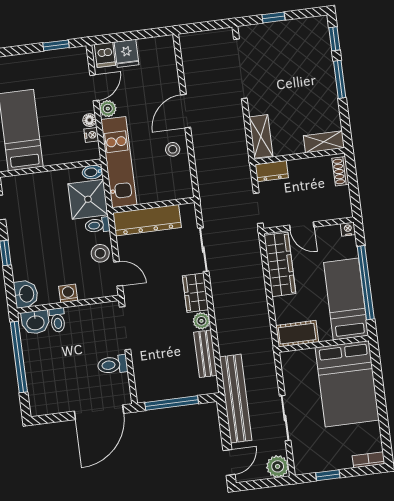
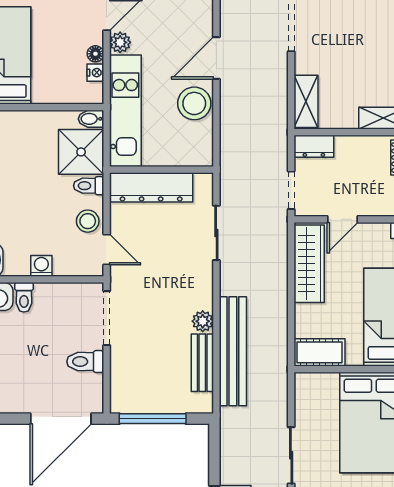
stool: (173, 149) -> (194, 103), width x1.89, depth x1.89
door: (302, 226) -> (343, 219), hinge flipped
wardrobe: (196, 293) -> (200, 285), removed
bench: (236, 399) -> (233, 351), moved

